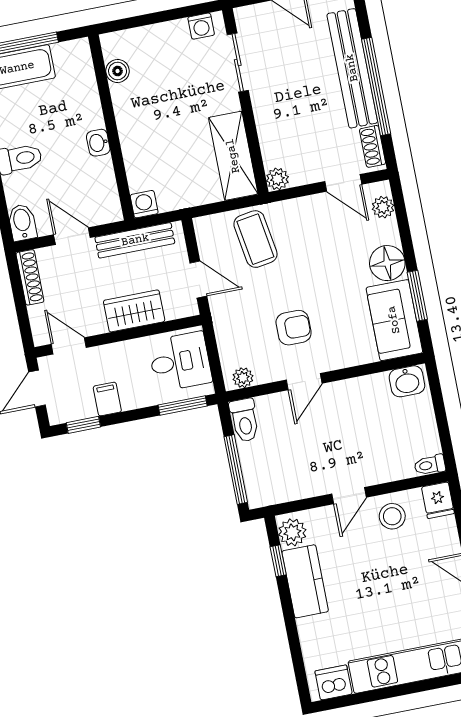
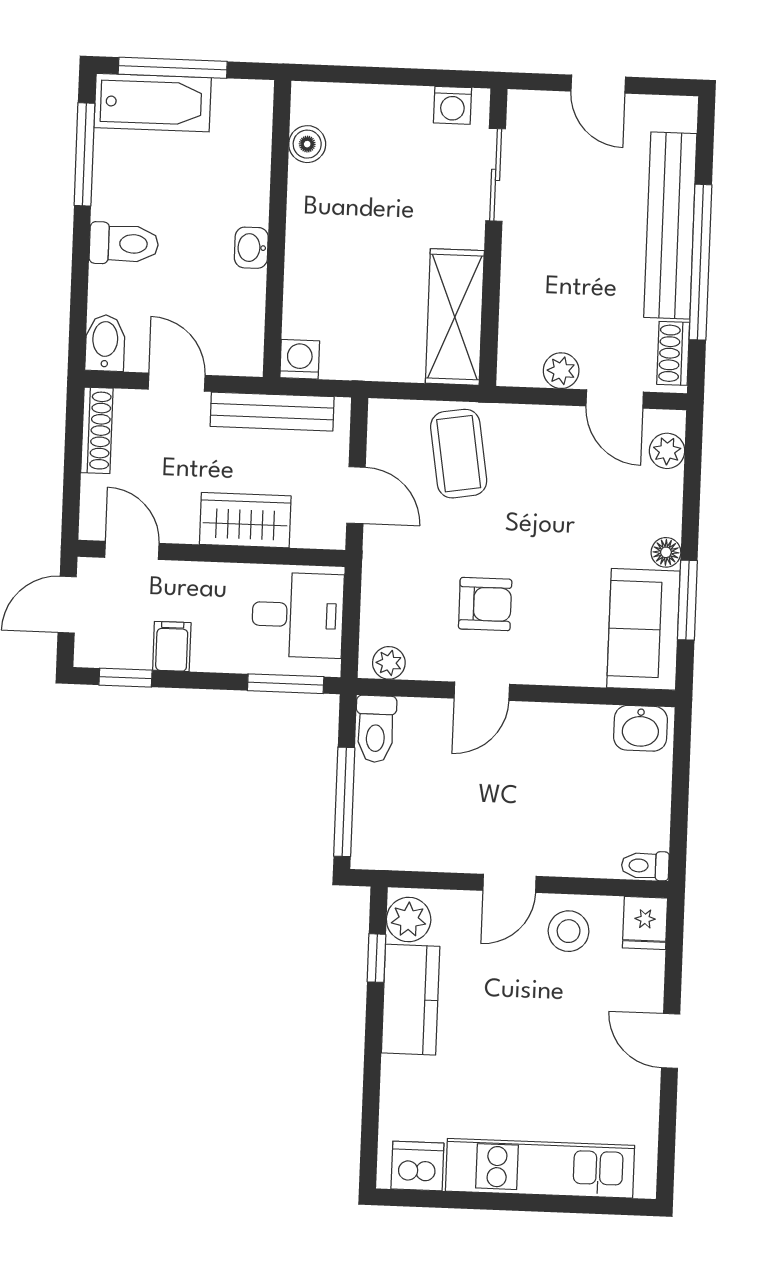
plant: (277, 179) -> (561, 371), moved
floor lamp: (387, 263) -> (666, 552), width x0.53, depth x0.53

